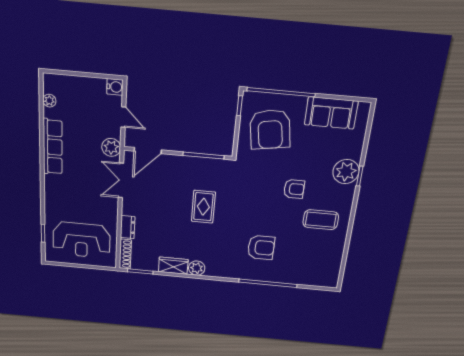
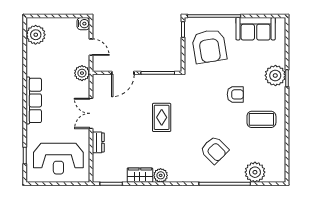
plant: (49, 101) -> (36, 35), width x1.88, depth x1.88
row of seats: (53, 147) -> (34, 100), moved
door: (148, 150) -> (123, 73), moved
double door: (121, 180) -> (91, 113), moved
armchair: (261, 247) -> (214, 150), turned 45
shoe rack: (125, 254) -> (97, 168), removed
plant: (304, 275) -> (255, 172), added

